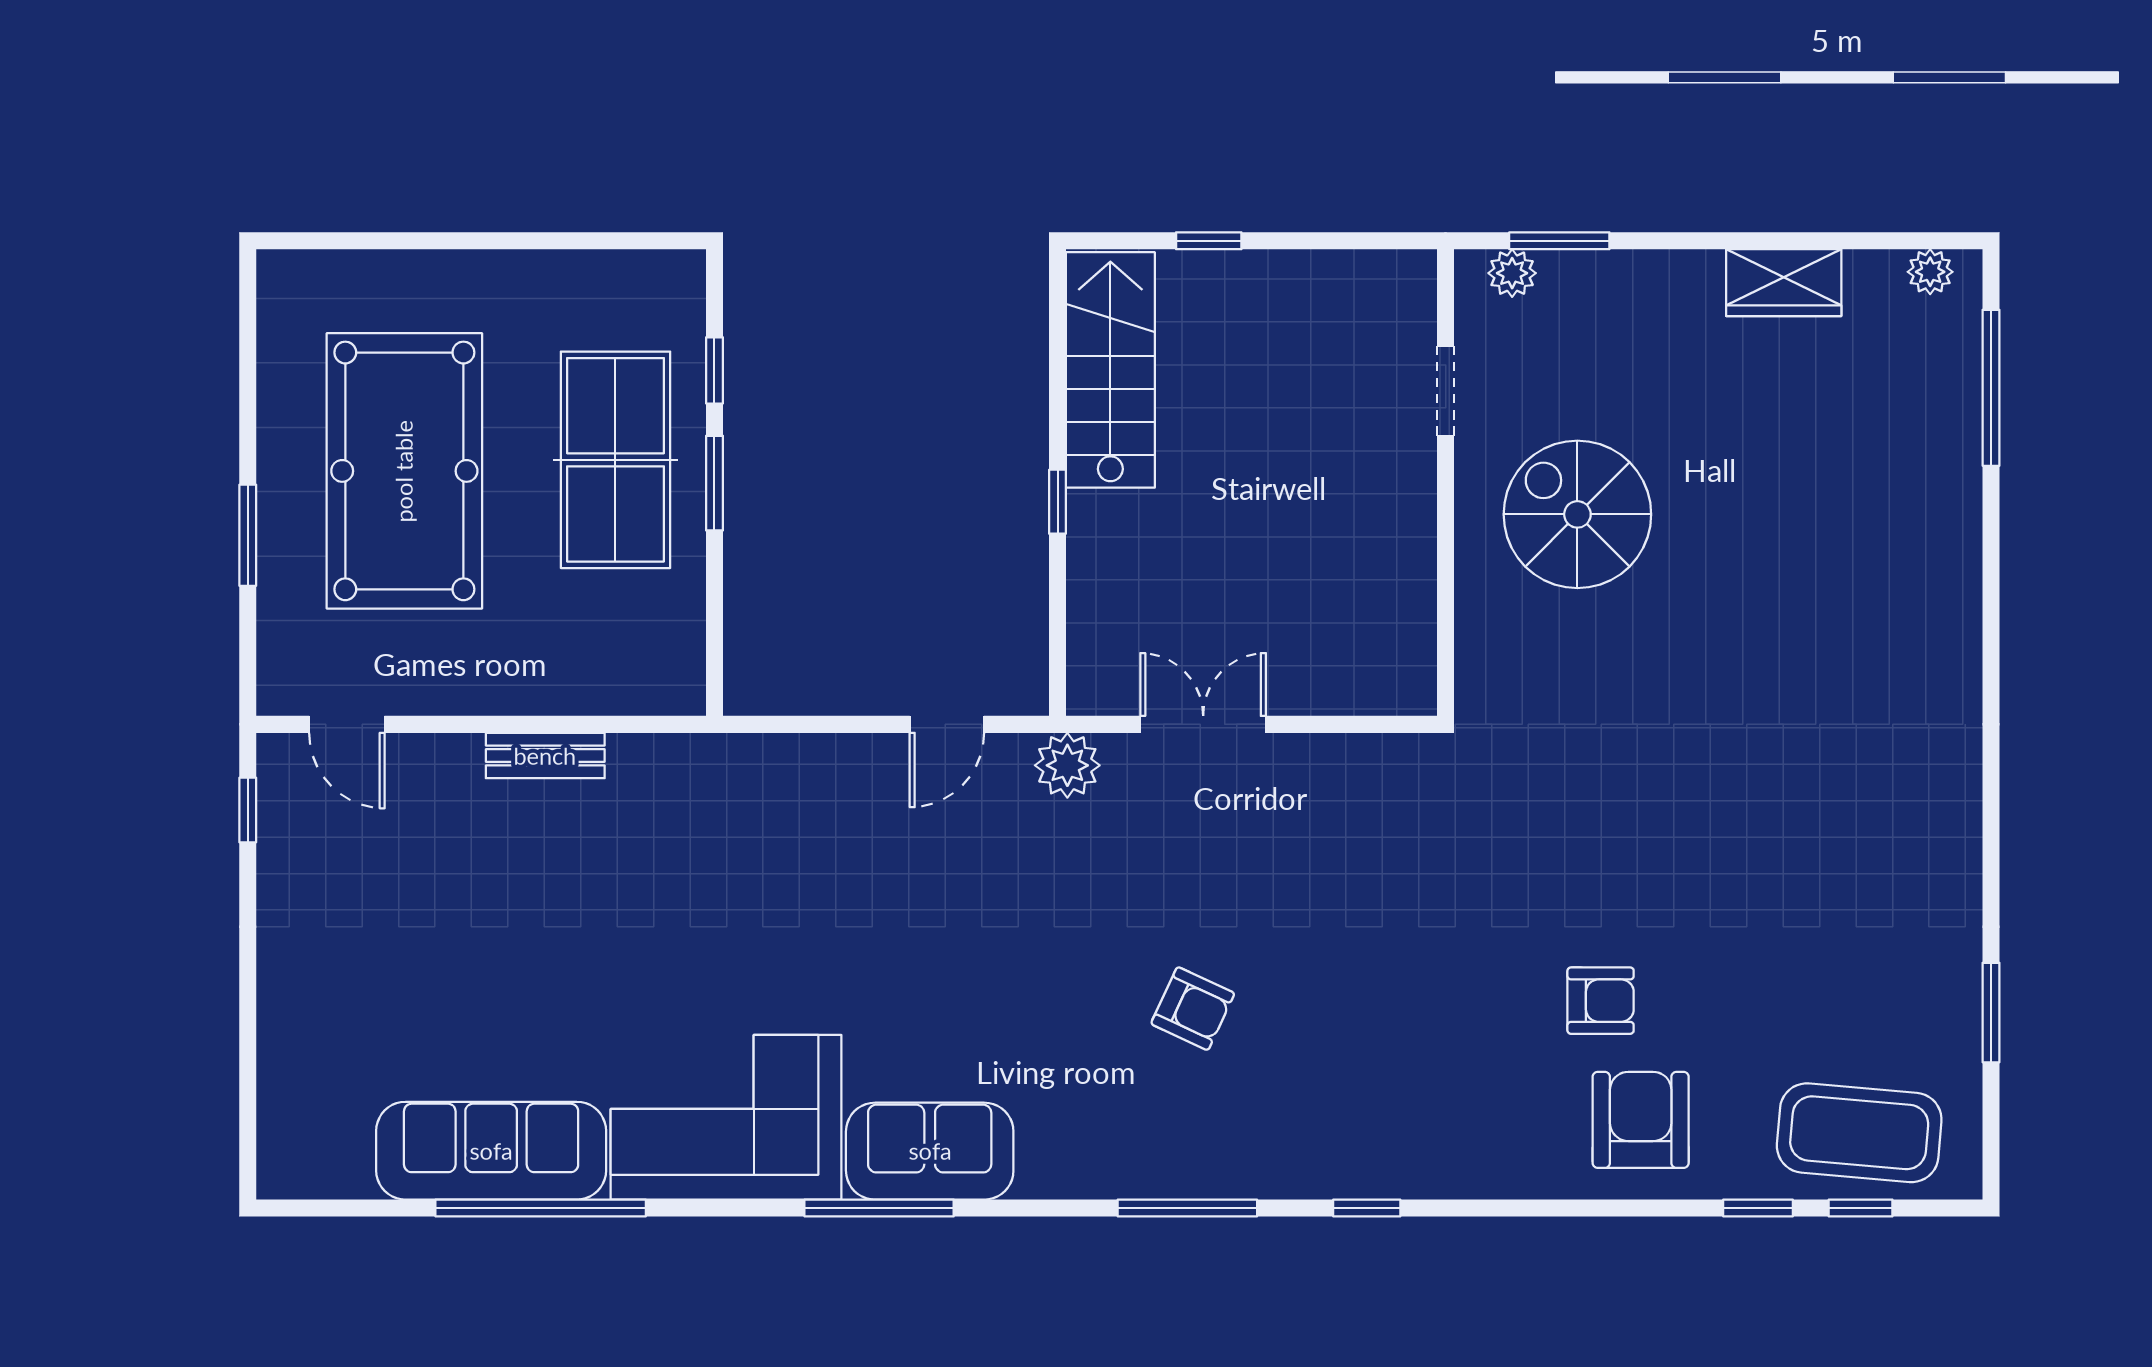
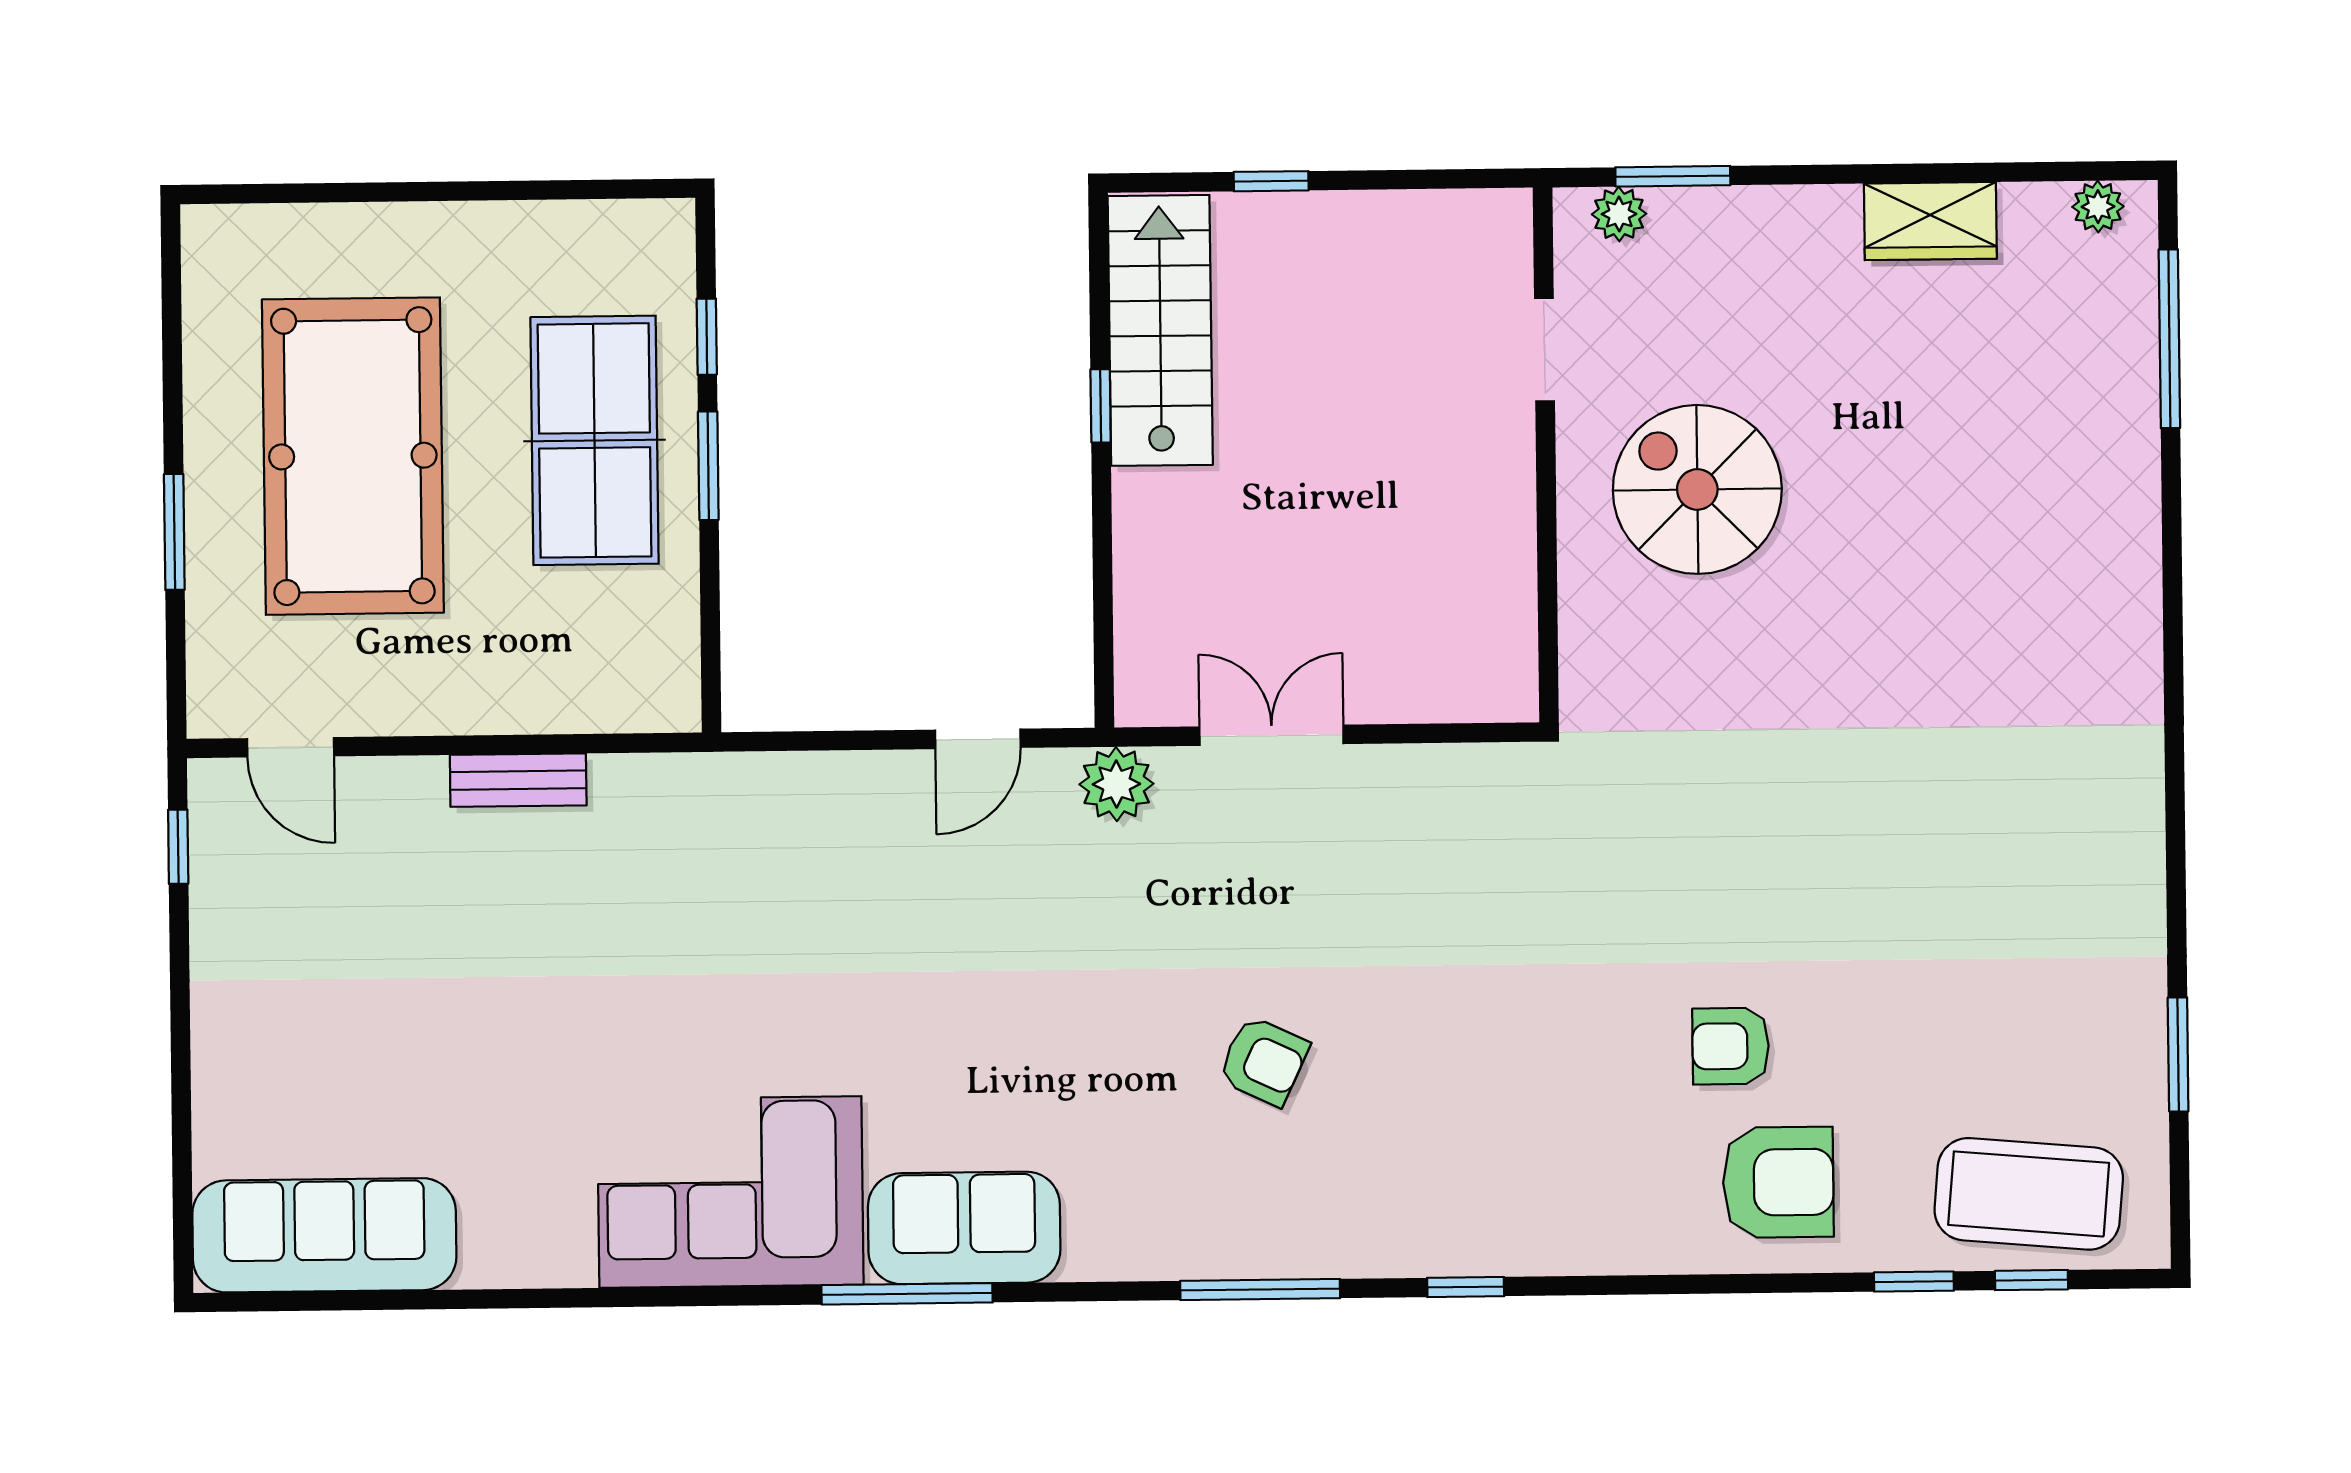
window: (1058, 502) -> (1101, 406), moved
armchair: (1601, 1001) -> (1731, 1046), turned 180
armchair: (1641, 1120) -> (1778, 1182), turned 90
sofa: (491, 1151) -> (324, 1235), moved
window: (541, 1208) -> (519, 1299), removed

